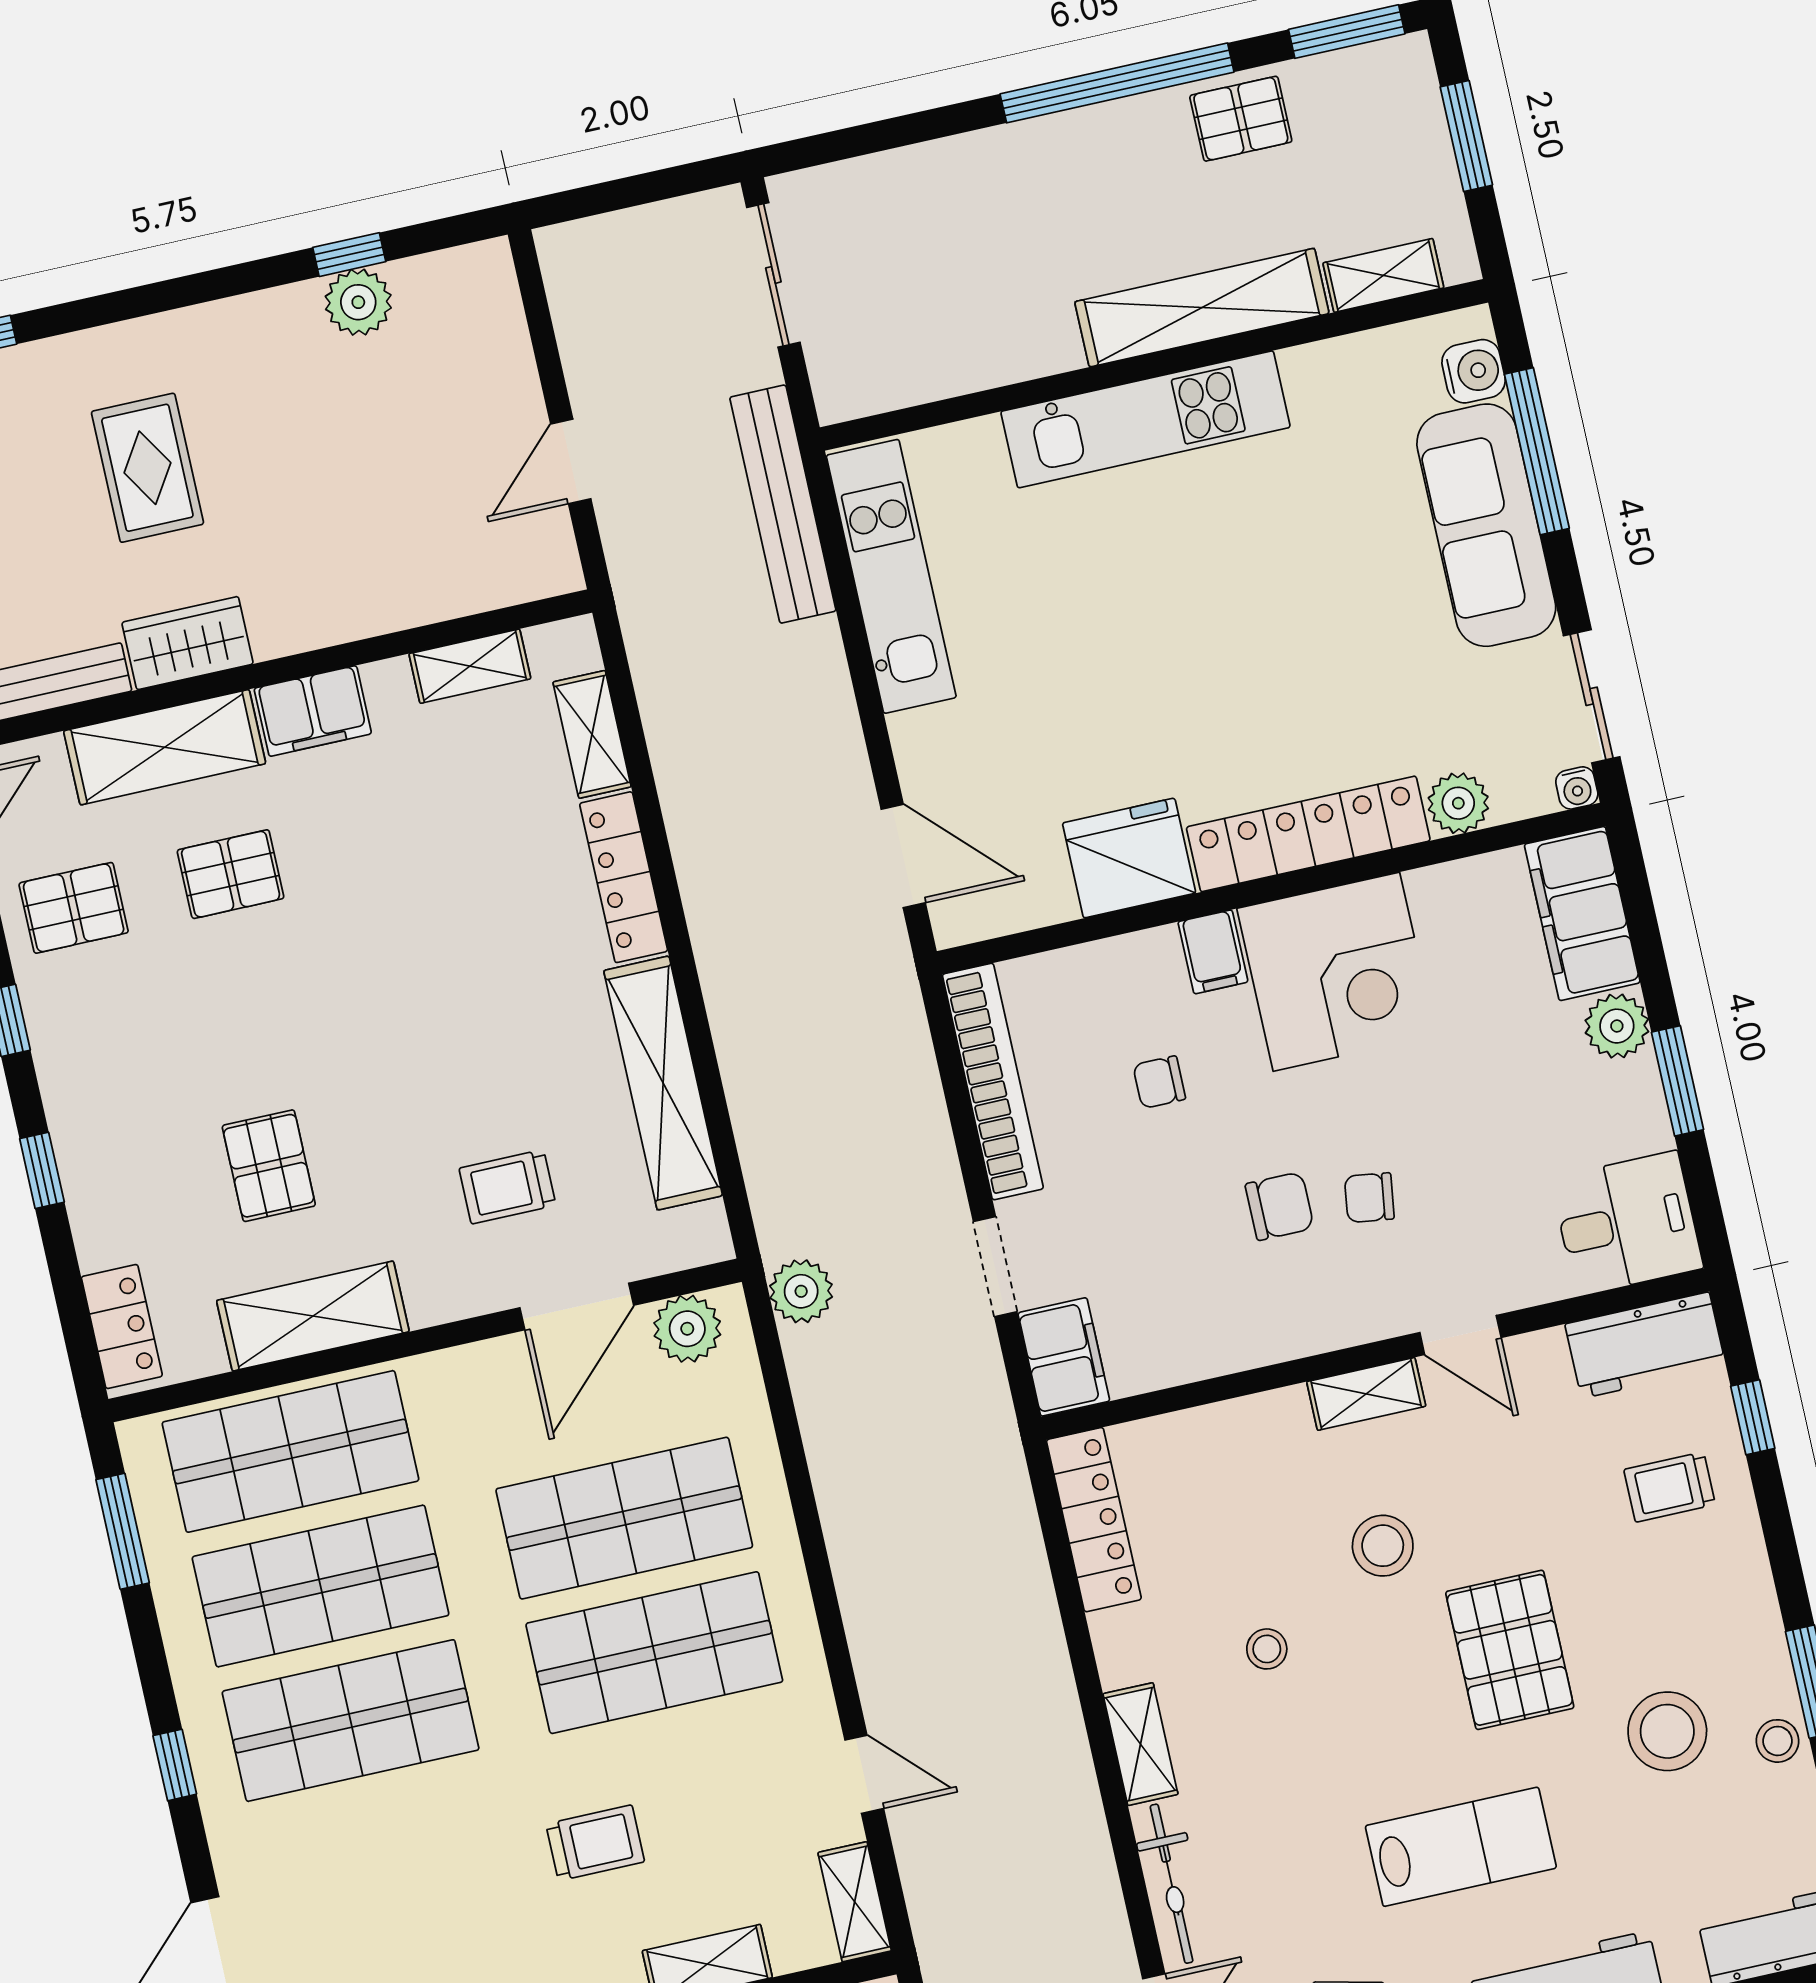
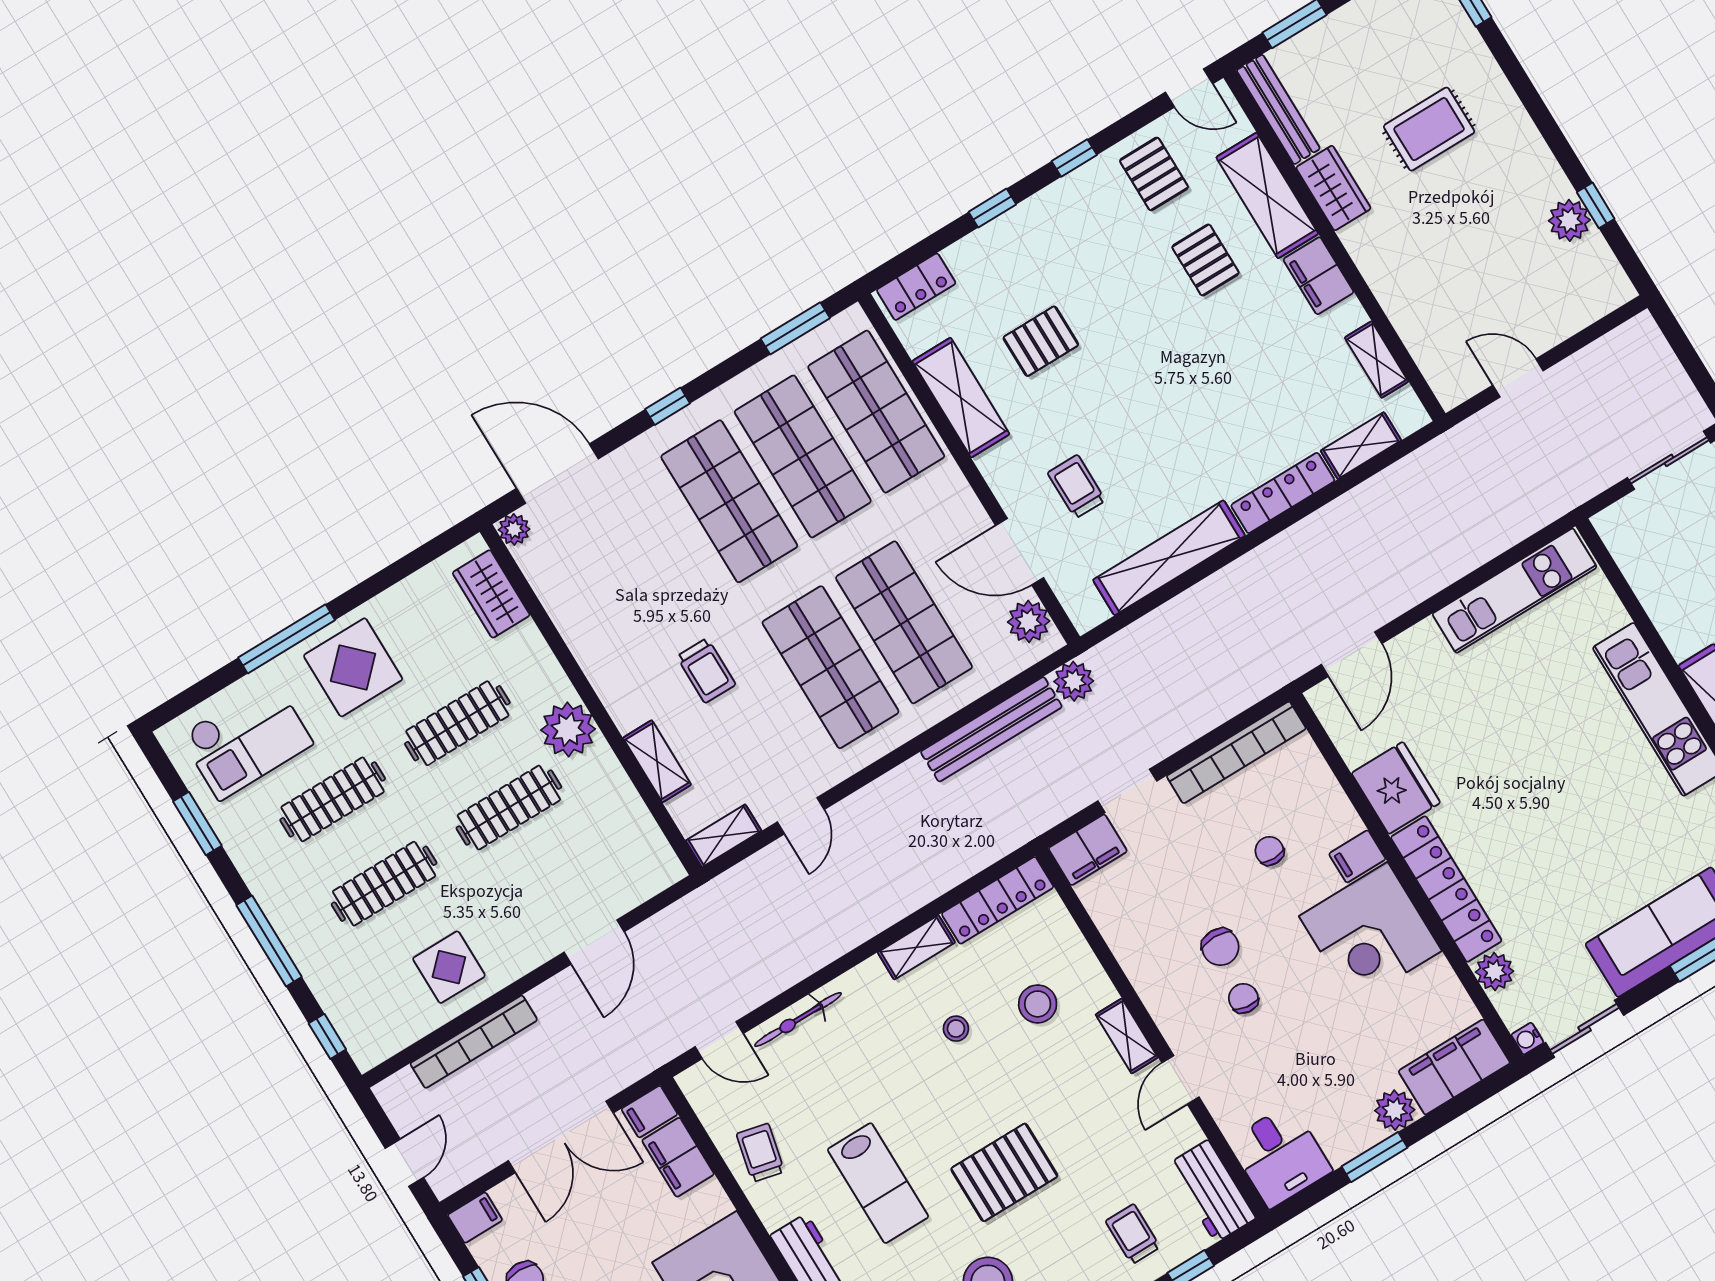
bench: (783, 504) -> (991, 729), moved
stool: (1383, 1546) -> (1038, 1004), moved
shelving: (1140, 1744) -> (916, 947), moved

